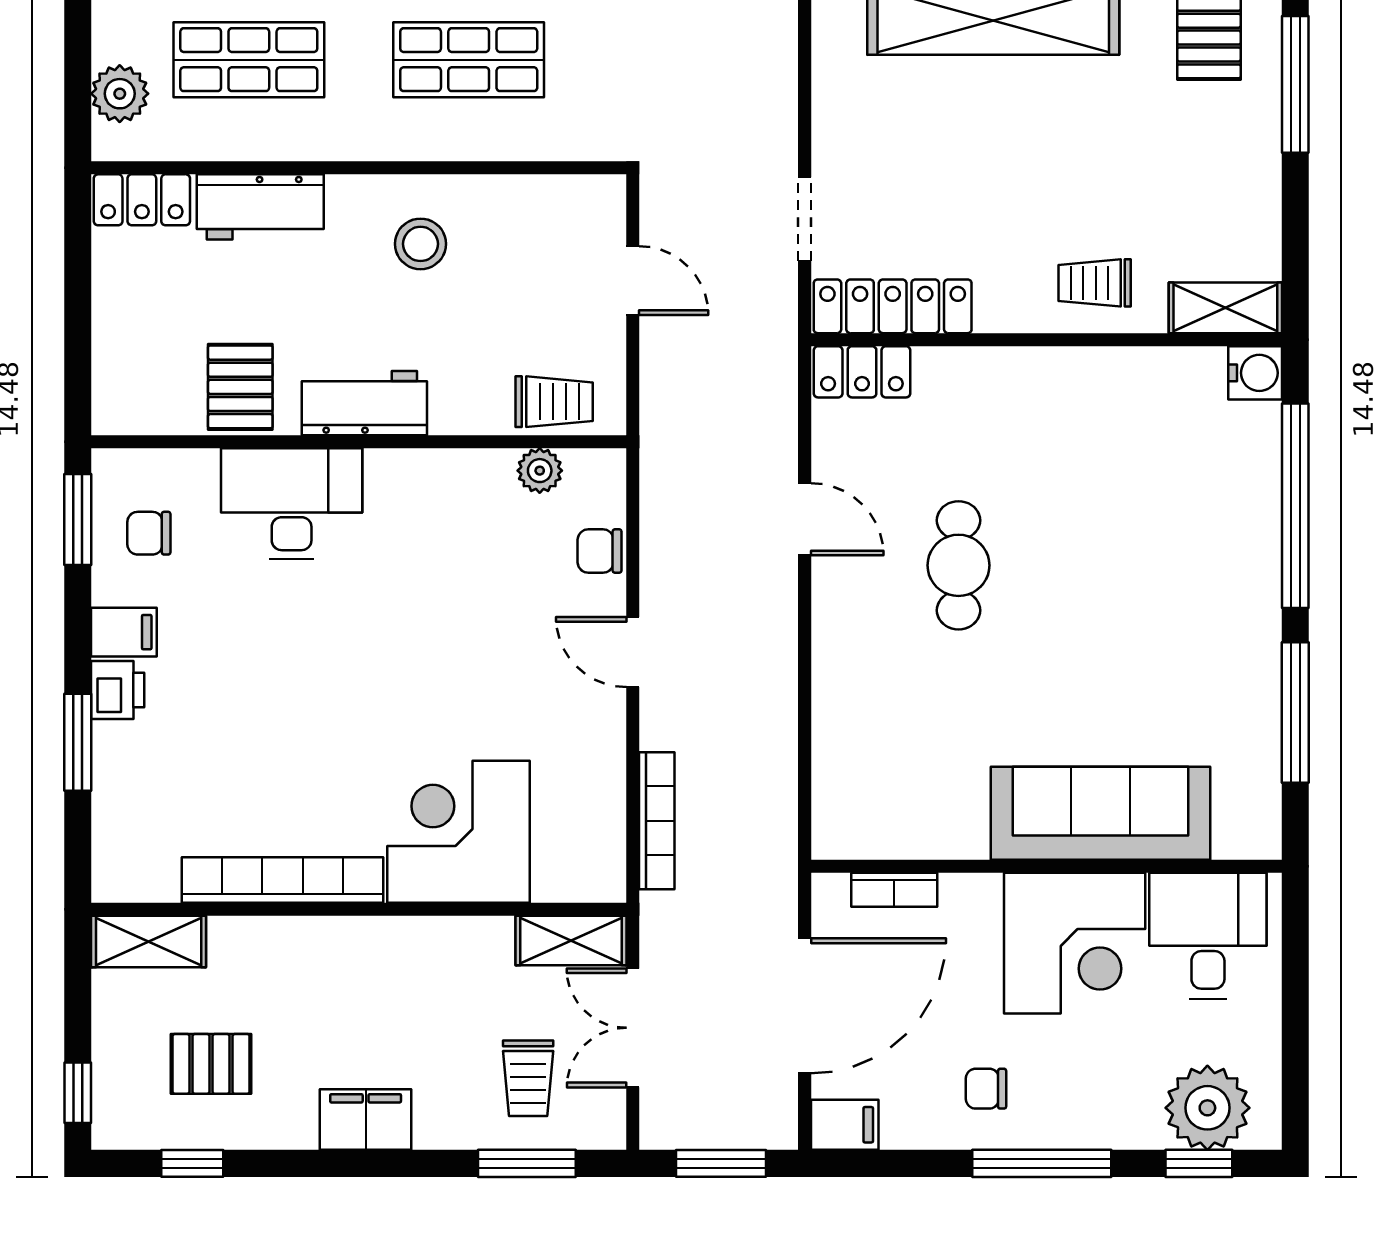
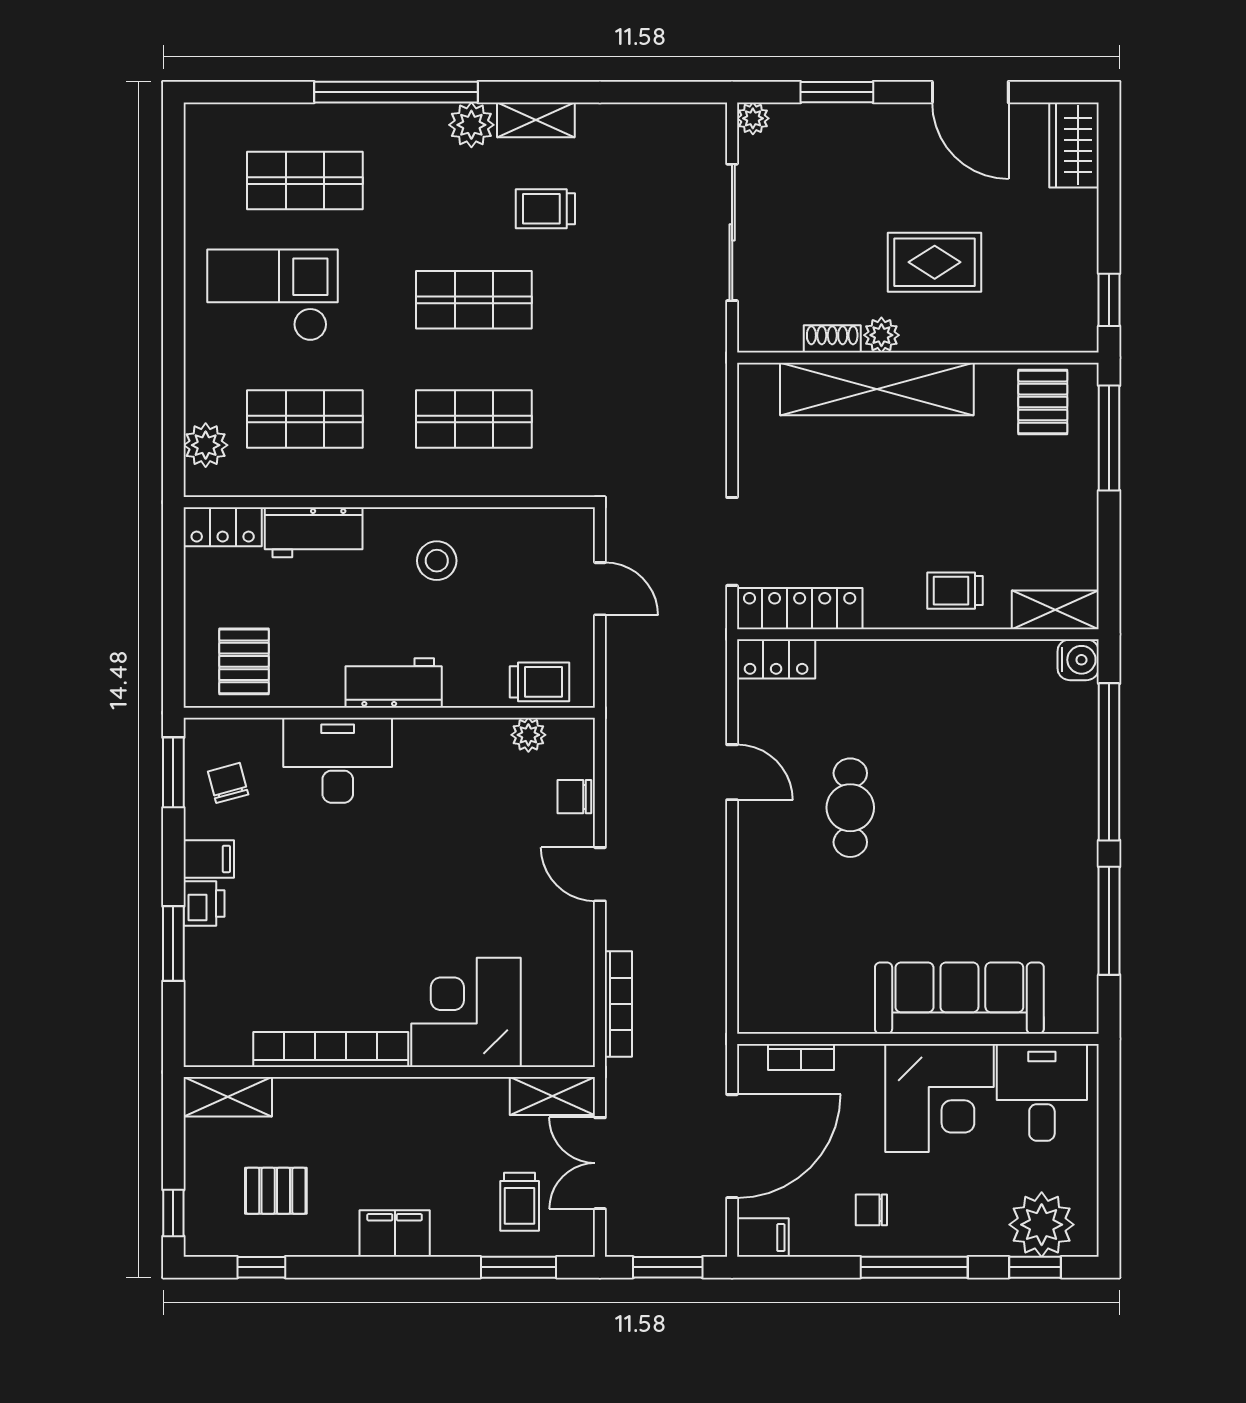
doorway: (805, 219) -> (732, 541), width x1.38
pallet: (240, 387) -> (244, 661), moved
chair: (149, 533) -> (228, 783), turned 75

